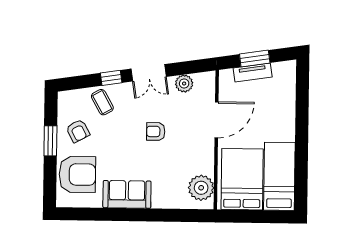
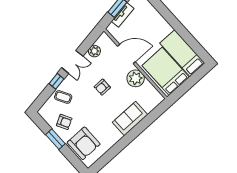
door: (217, 120) -> (126, 54), hinge flipped
armchair: (77, 174) -> (84, 143), turned 90
plant: (201, 188) -> (136, 78), moved
sofa: (127, 194) -> (130, 118), moved

